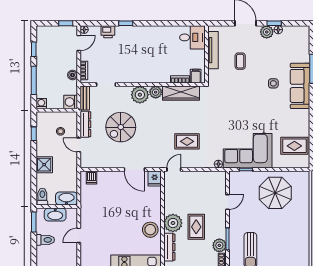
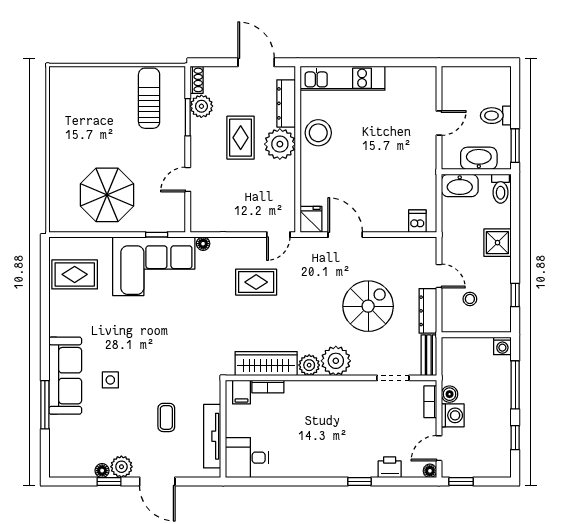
washing machine: (71, 102) -> (453, 415), moved

